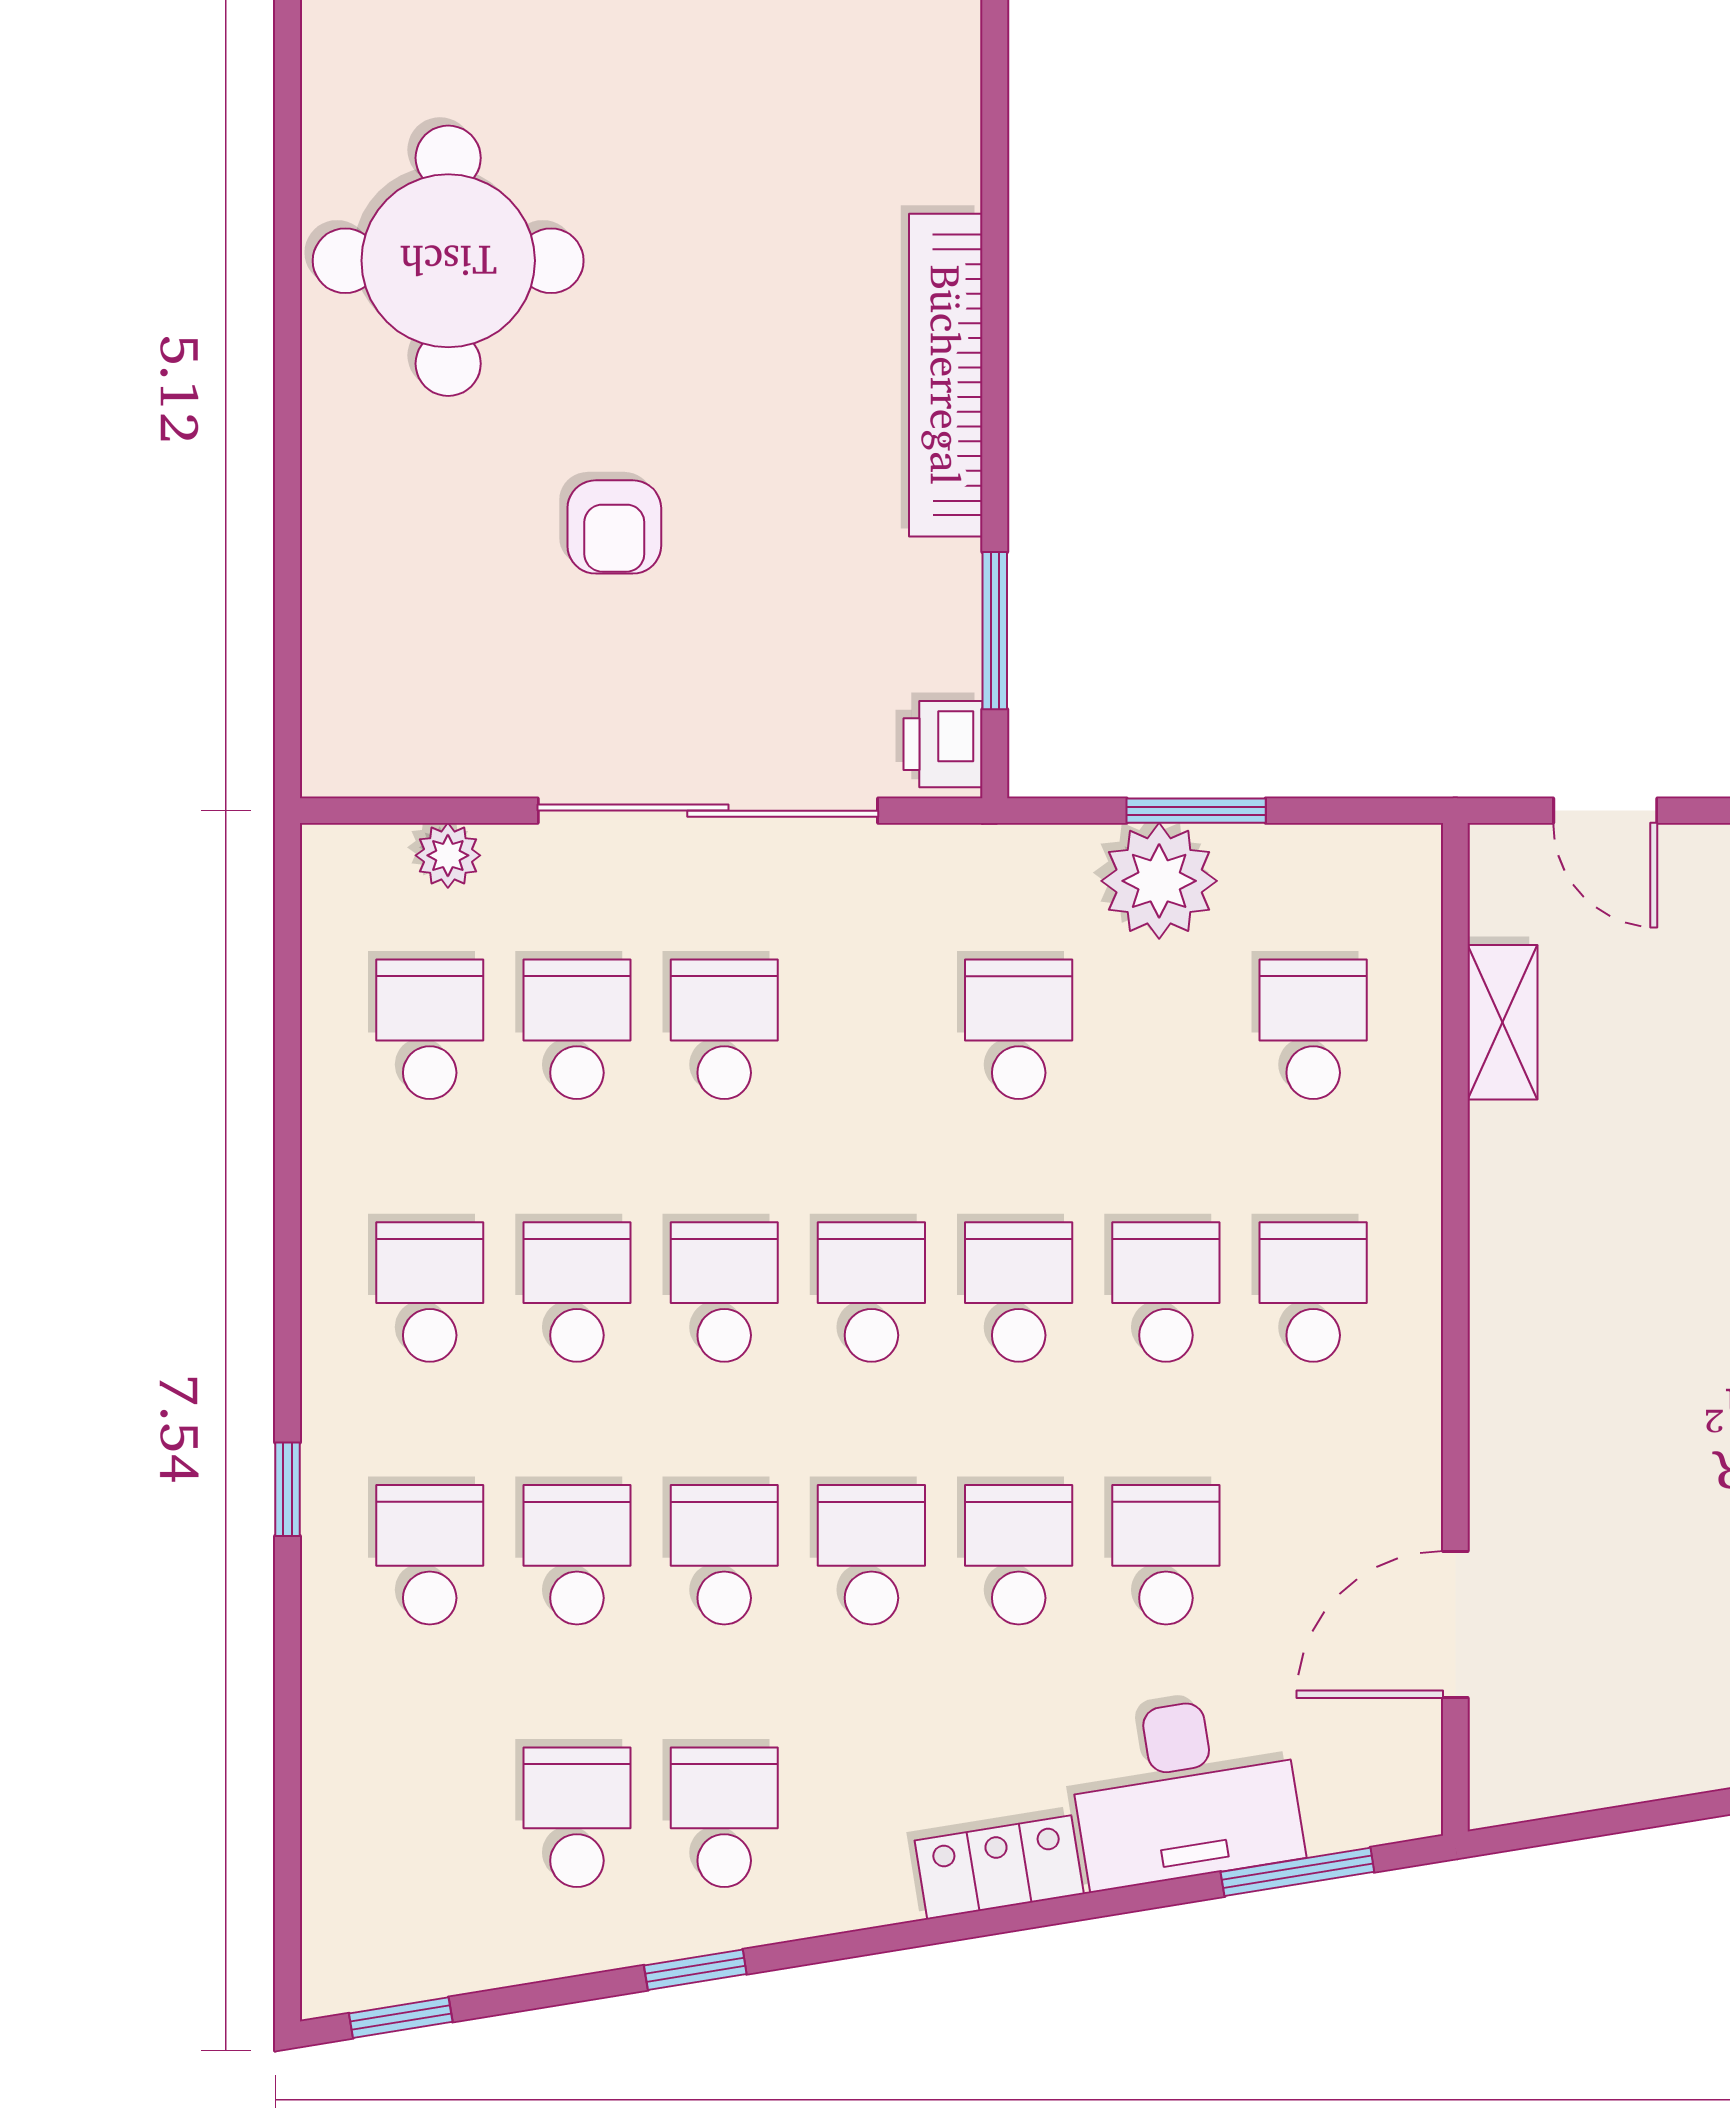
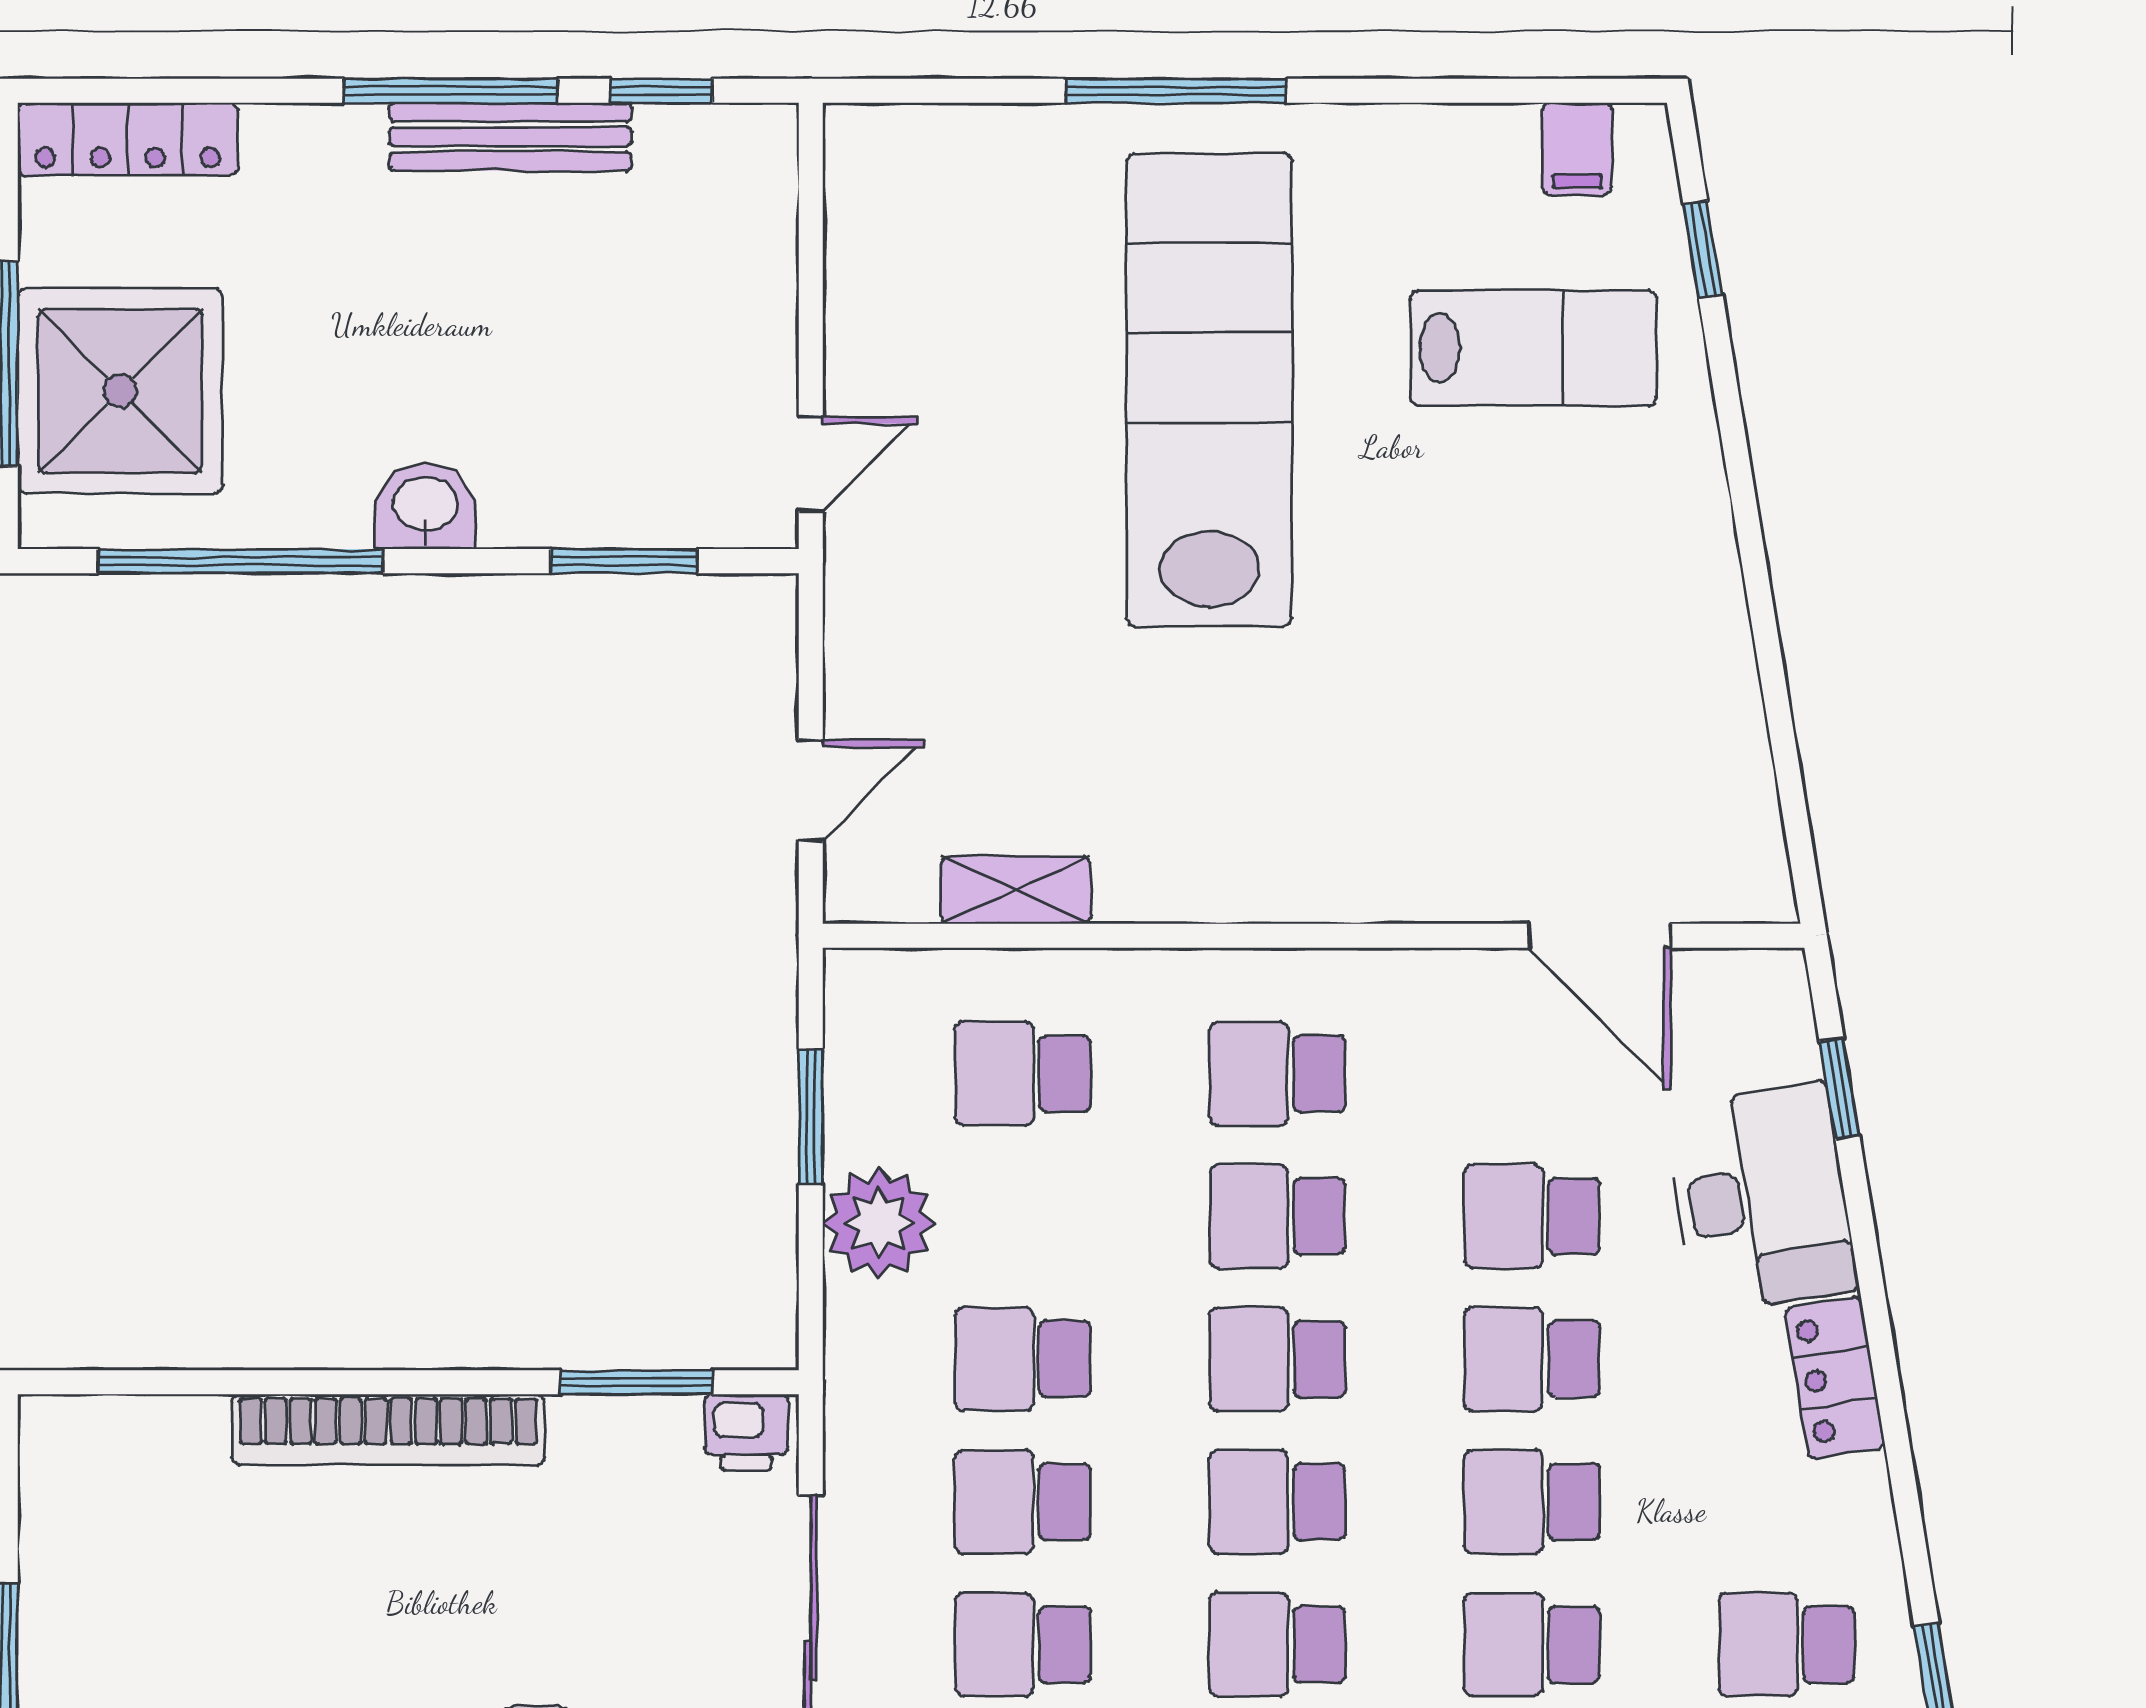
window: (1196, 811) -> (811, 1117), moved
school desk: (871, 1029) -> (1023, 1502), added
window: (1297, 1872) -> (1839, 1089), width x0.67

